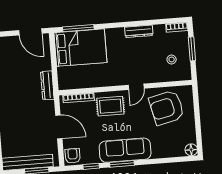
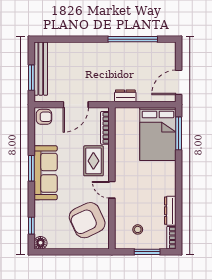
dresser: (139, 31) -> (170, 211), moved
dresser: (47, 85) -> (125, 96), width x0.70
armchair: (167, 108) -> (87, 220), turned -102
window: (91, 166) -> (31, 226), moved

